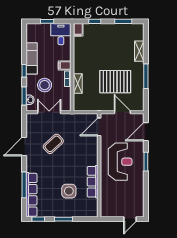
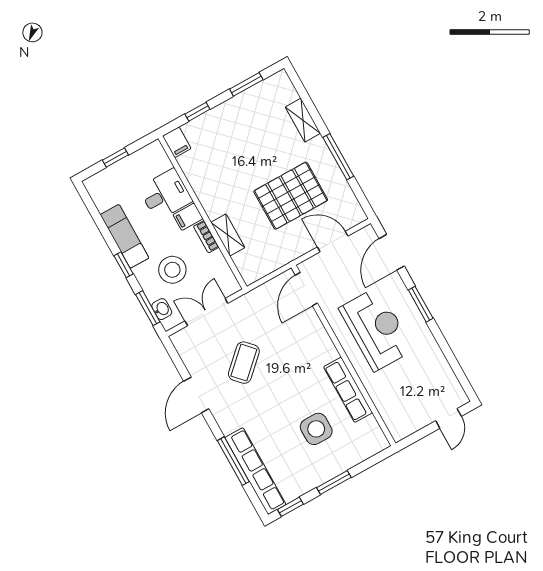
desk: (61, 34) -> (166, 194), moved, turned 90

